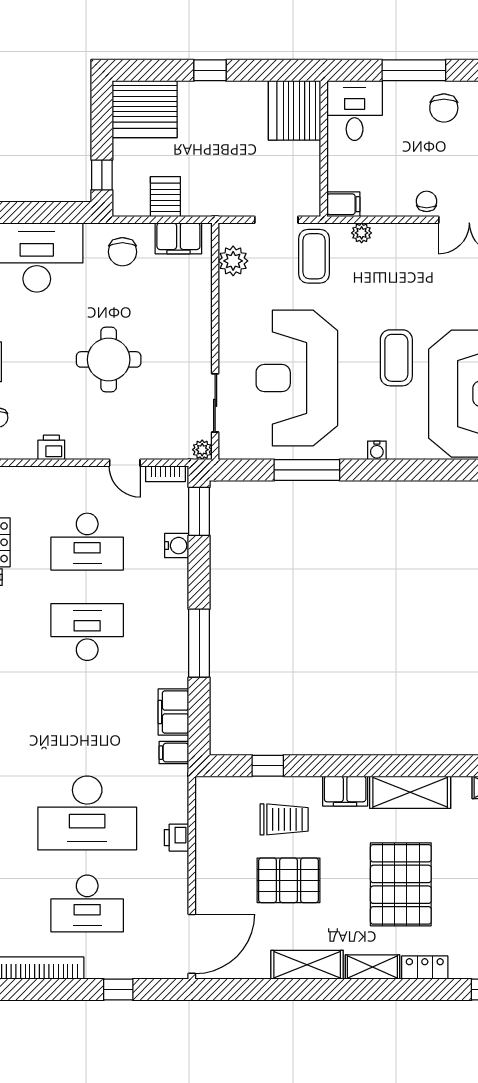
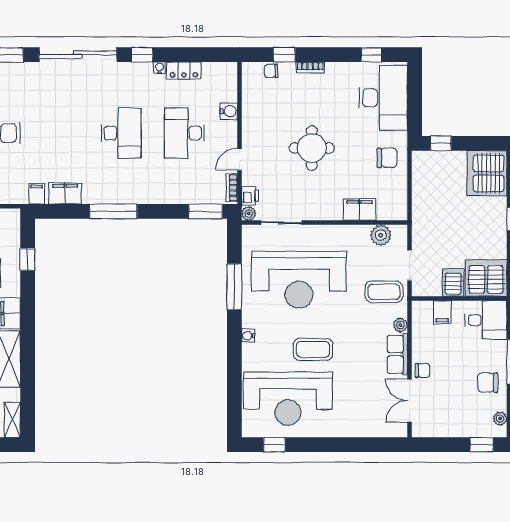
server rack: (165, 197) -> (453, 282), moved, turned -90
filing cabinet: (343, 204) -> (442, 312), moved
row of seats: (403, 237) -> (397, 354), added
filing cabinet: (178, 238) -> (360, 210), moved, turned 90
chair: (122, 252) -> (387, 158), turned 180
reception desk: (297, 378) -> (299, 280), turned 180
printer: (51, 447) -> (250, 196), moved
water cooler: (177, 546) -> (229, 111), moved, turned -90

